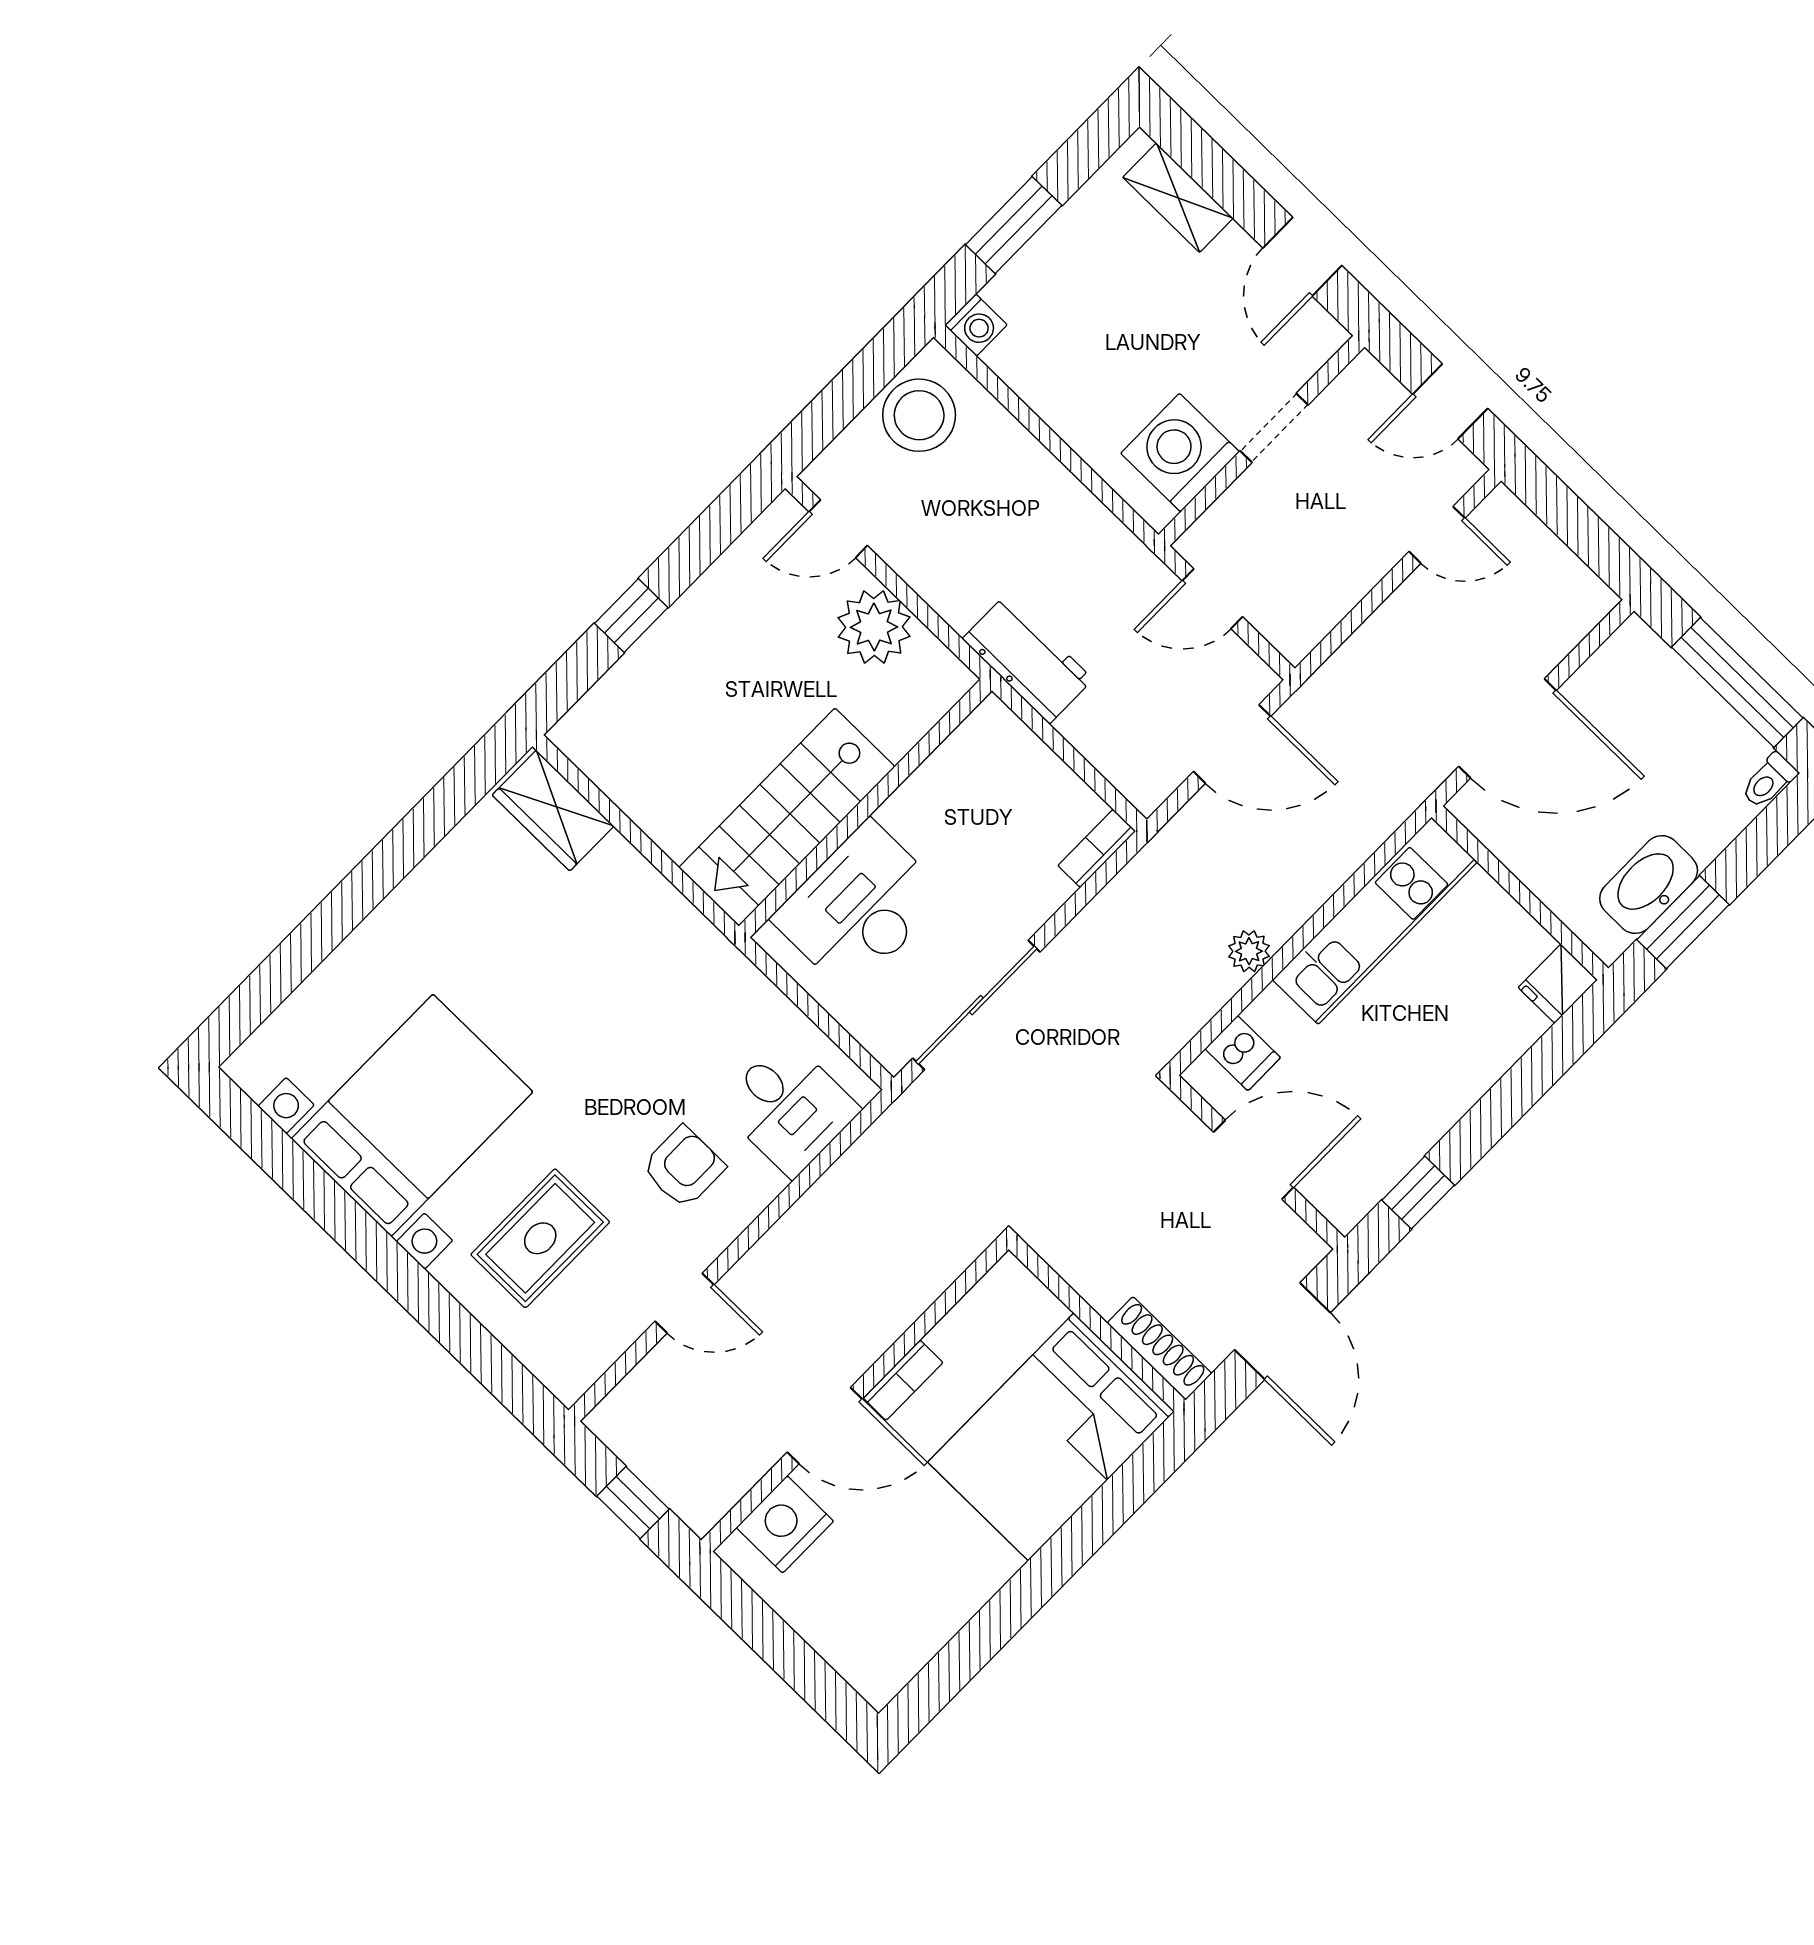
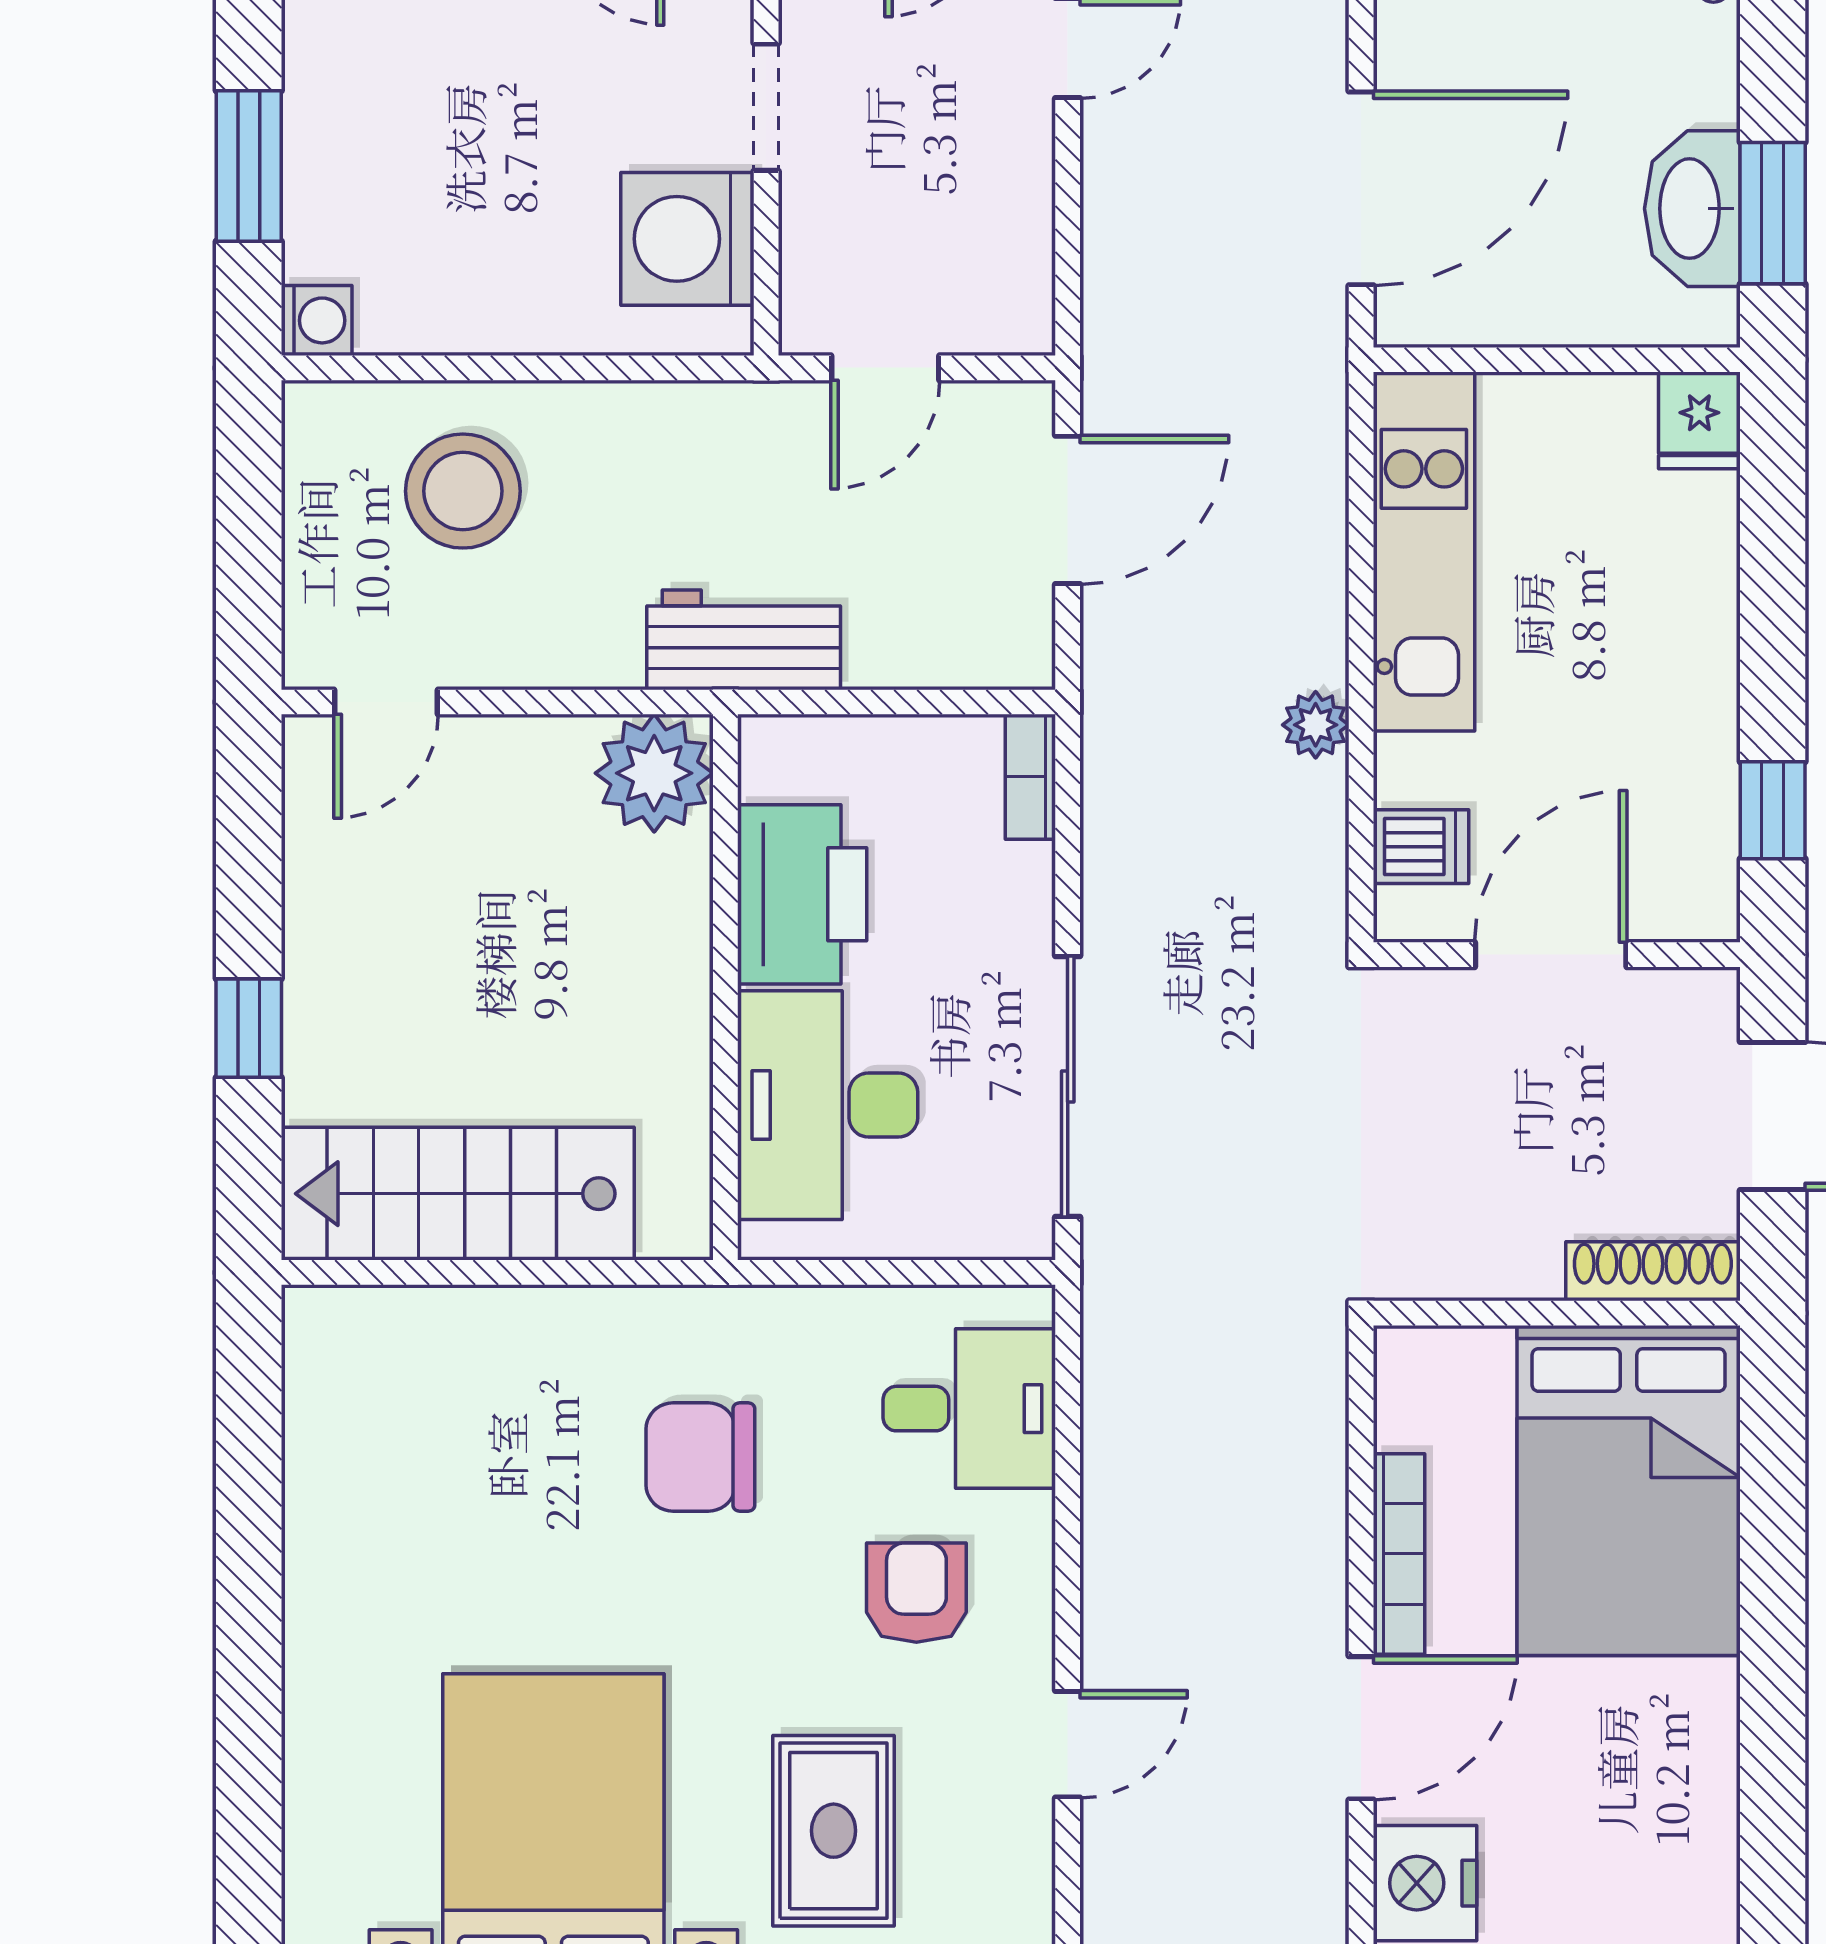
stool: (919, 415) -> (463, 491), moved
plant: (874, 627) -> (654, 773), moved
printer: (941, 800) -> (802, 894), added
wardrobe: (553, 811) -> (376, 1335), removed
stairs: (787, 817) -> (458, 1194), moved, turned 90
chair: (646, 1010) -> (700, 1457), added
bookcase: (903, 1380) -> (1399, 1554), width x1.56

